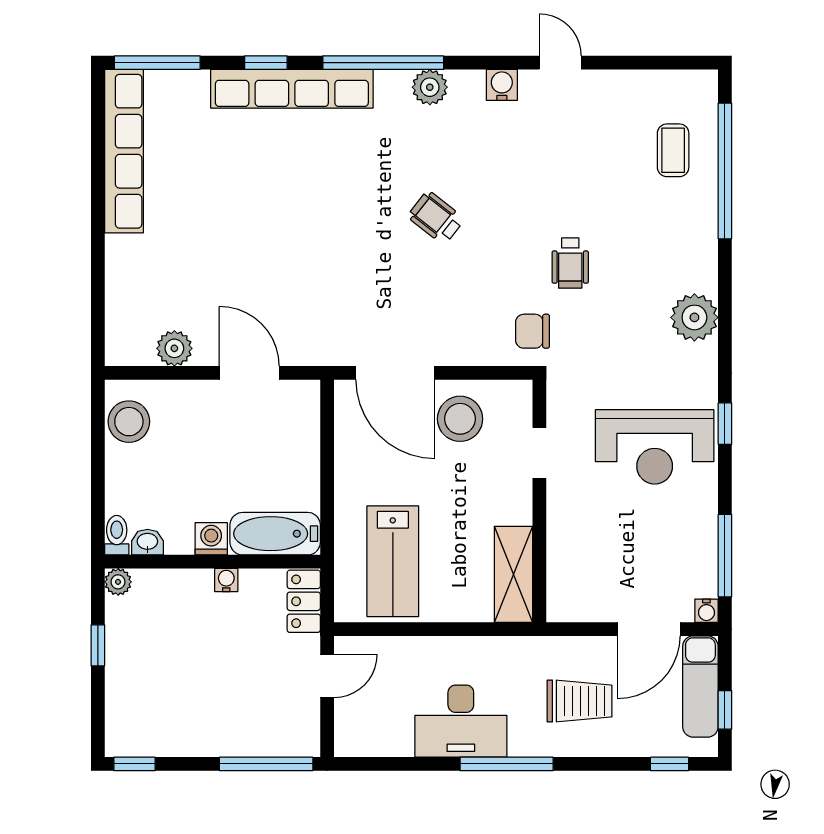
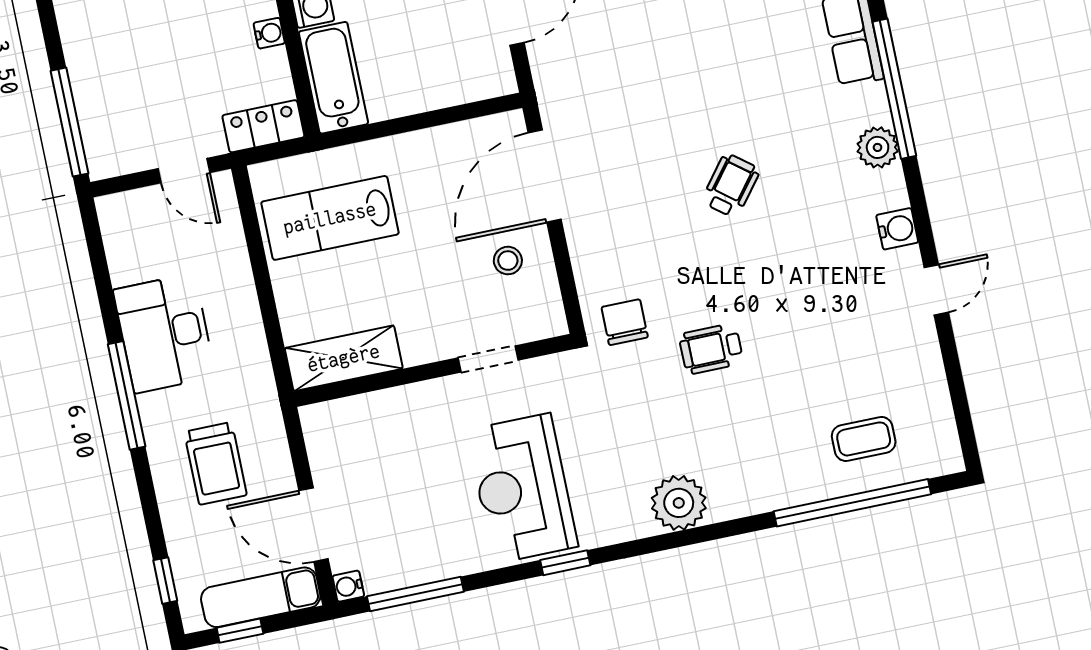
stool: (460, 419) -> (508, 261), width x0.53, depth x0.53

